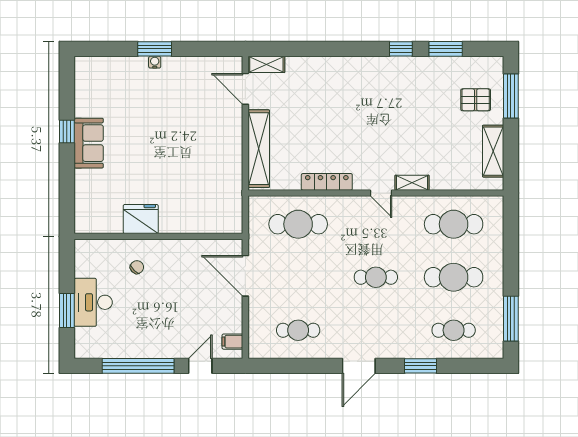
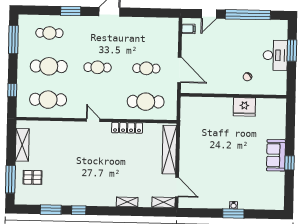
shelving: (412, 183) -> (127, 202), moved
window: (511, 238) -> (12, 90), added
cafe table: (298, 330) -> (146, 68), moved

